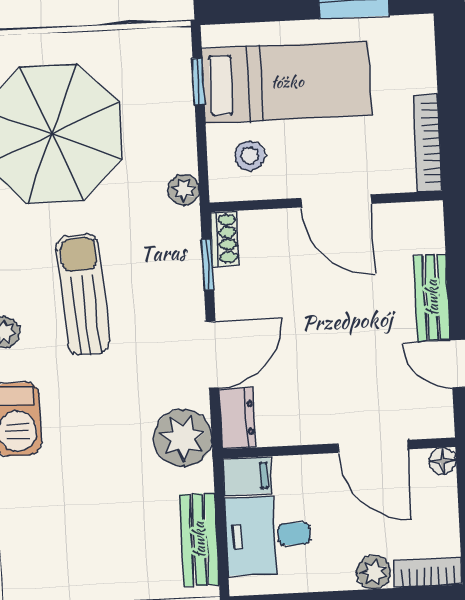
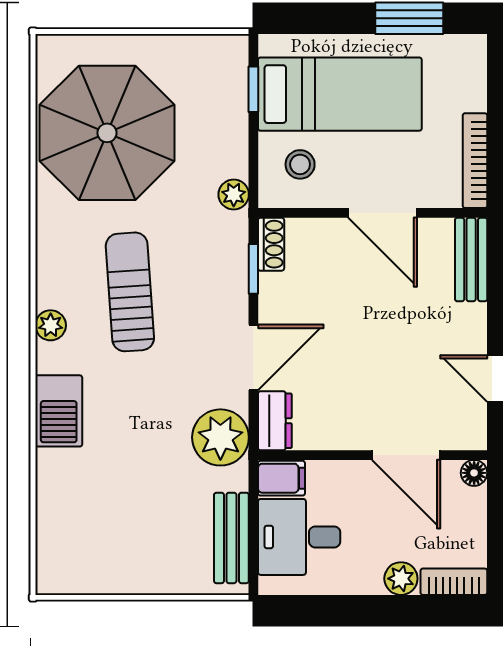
bench: (432, 298) -> (471, 259), moved

